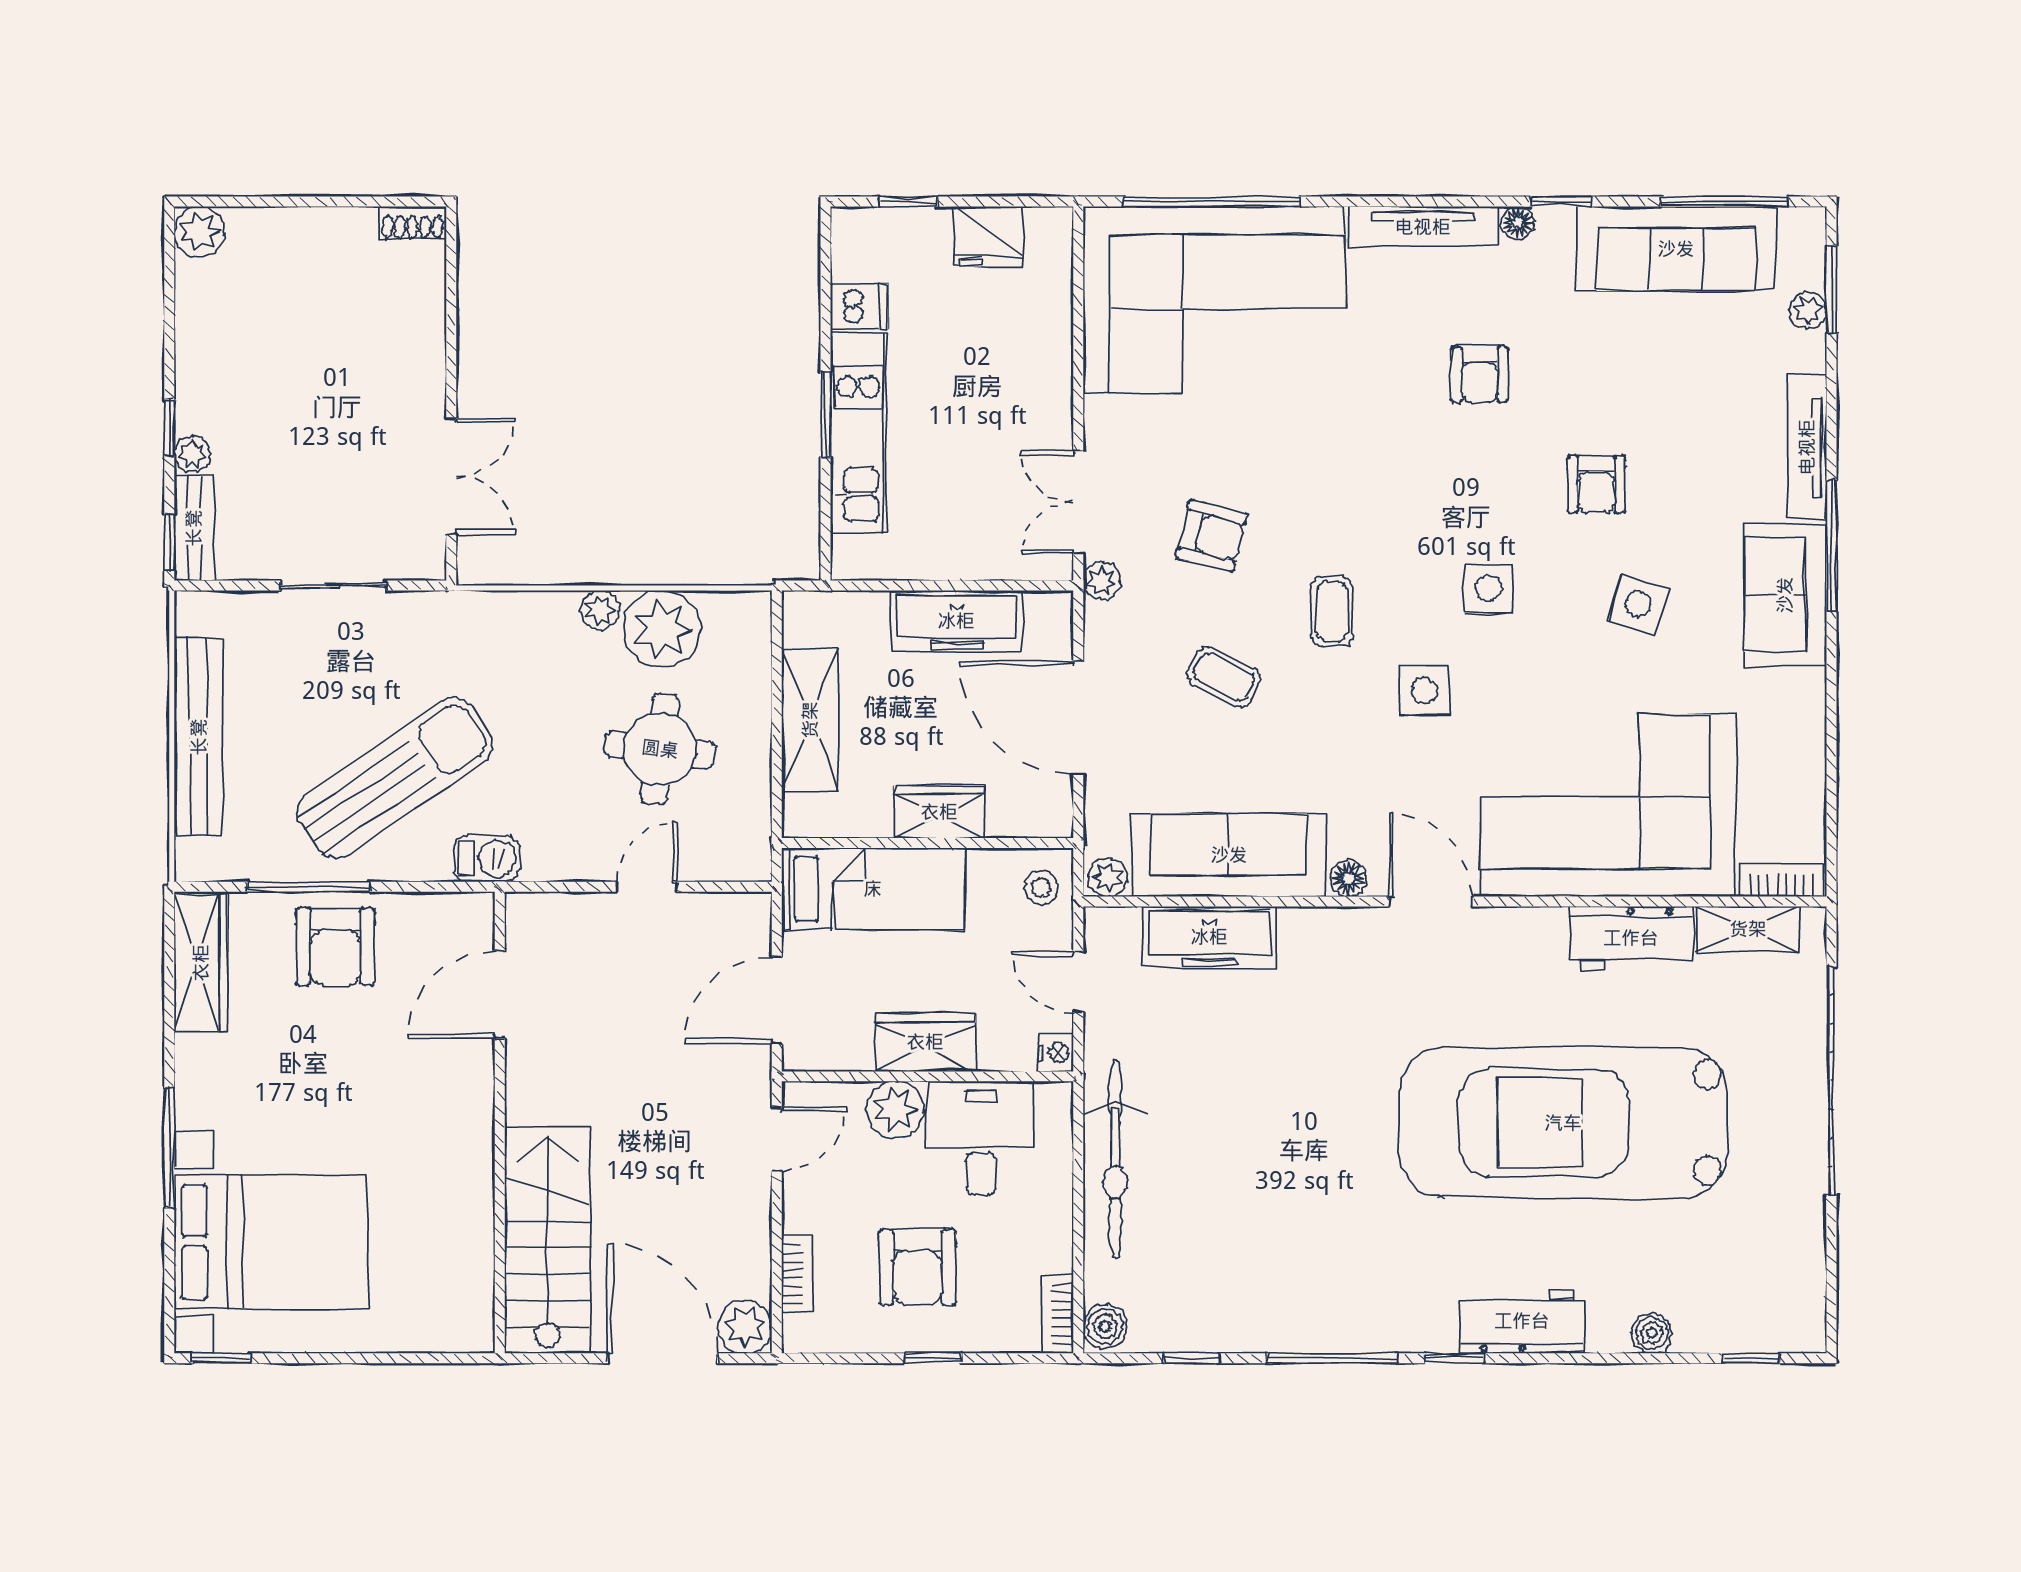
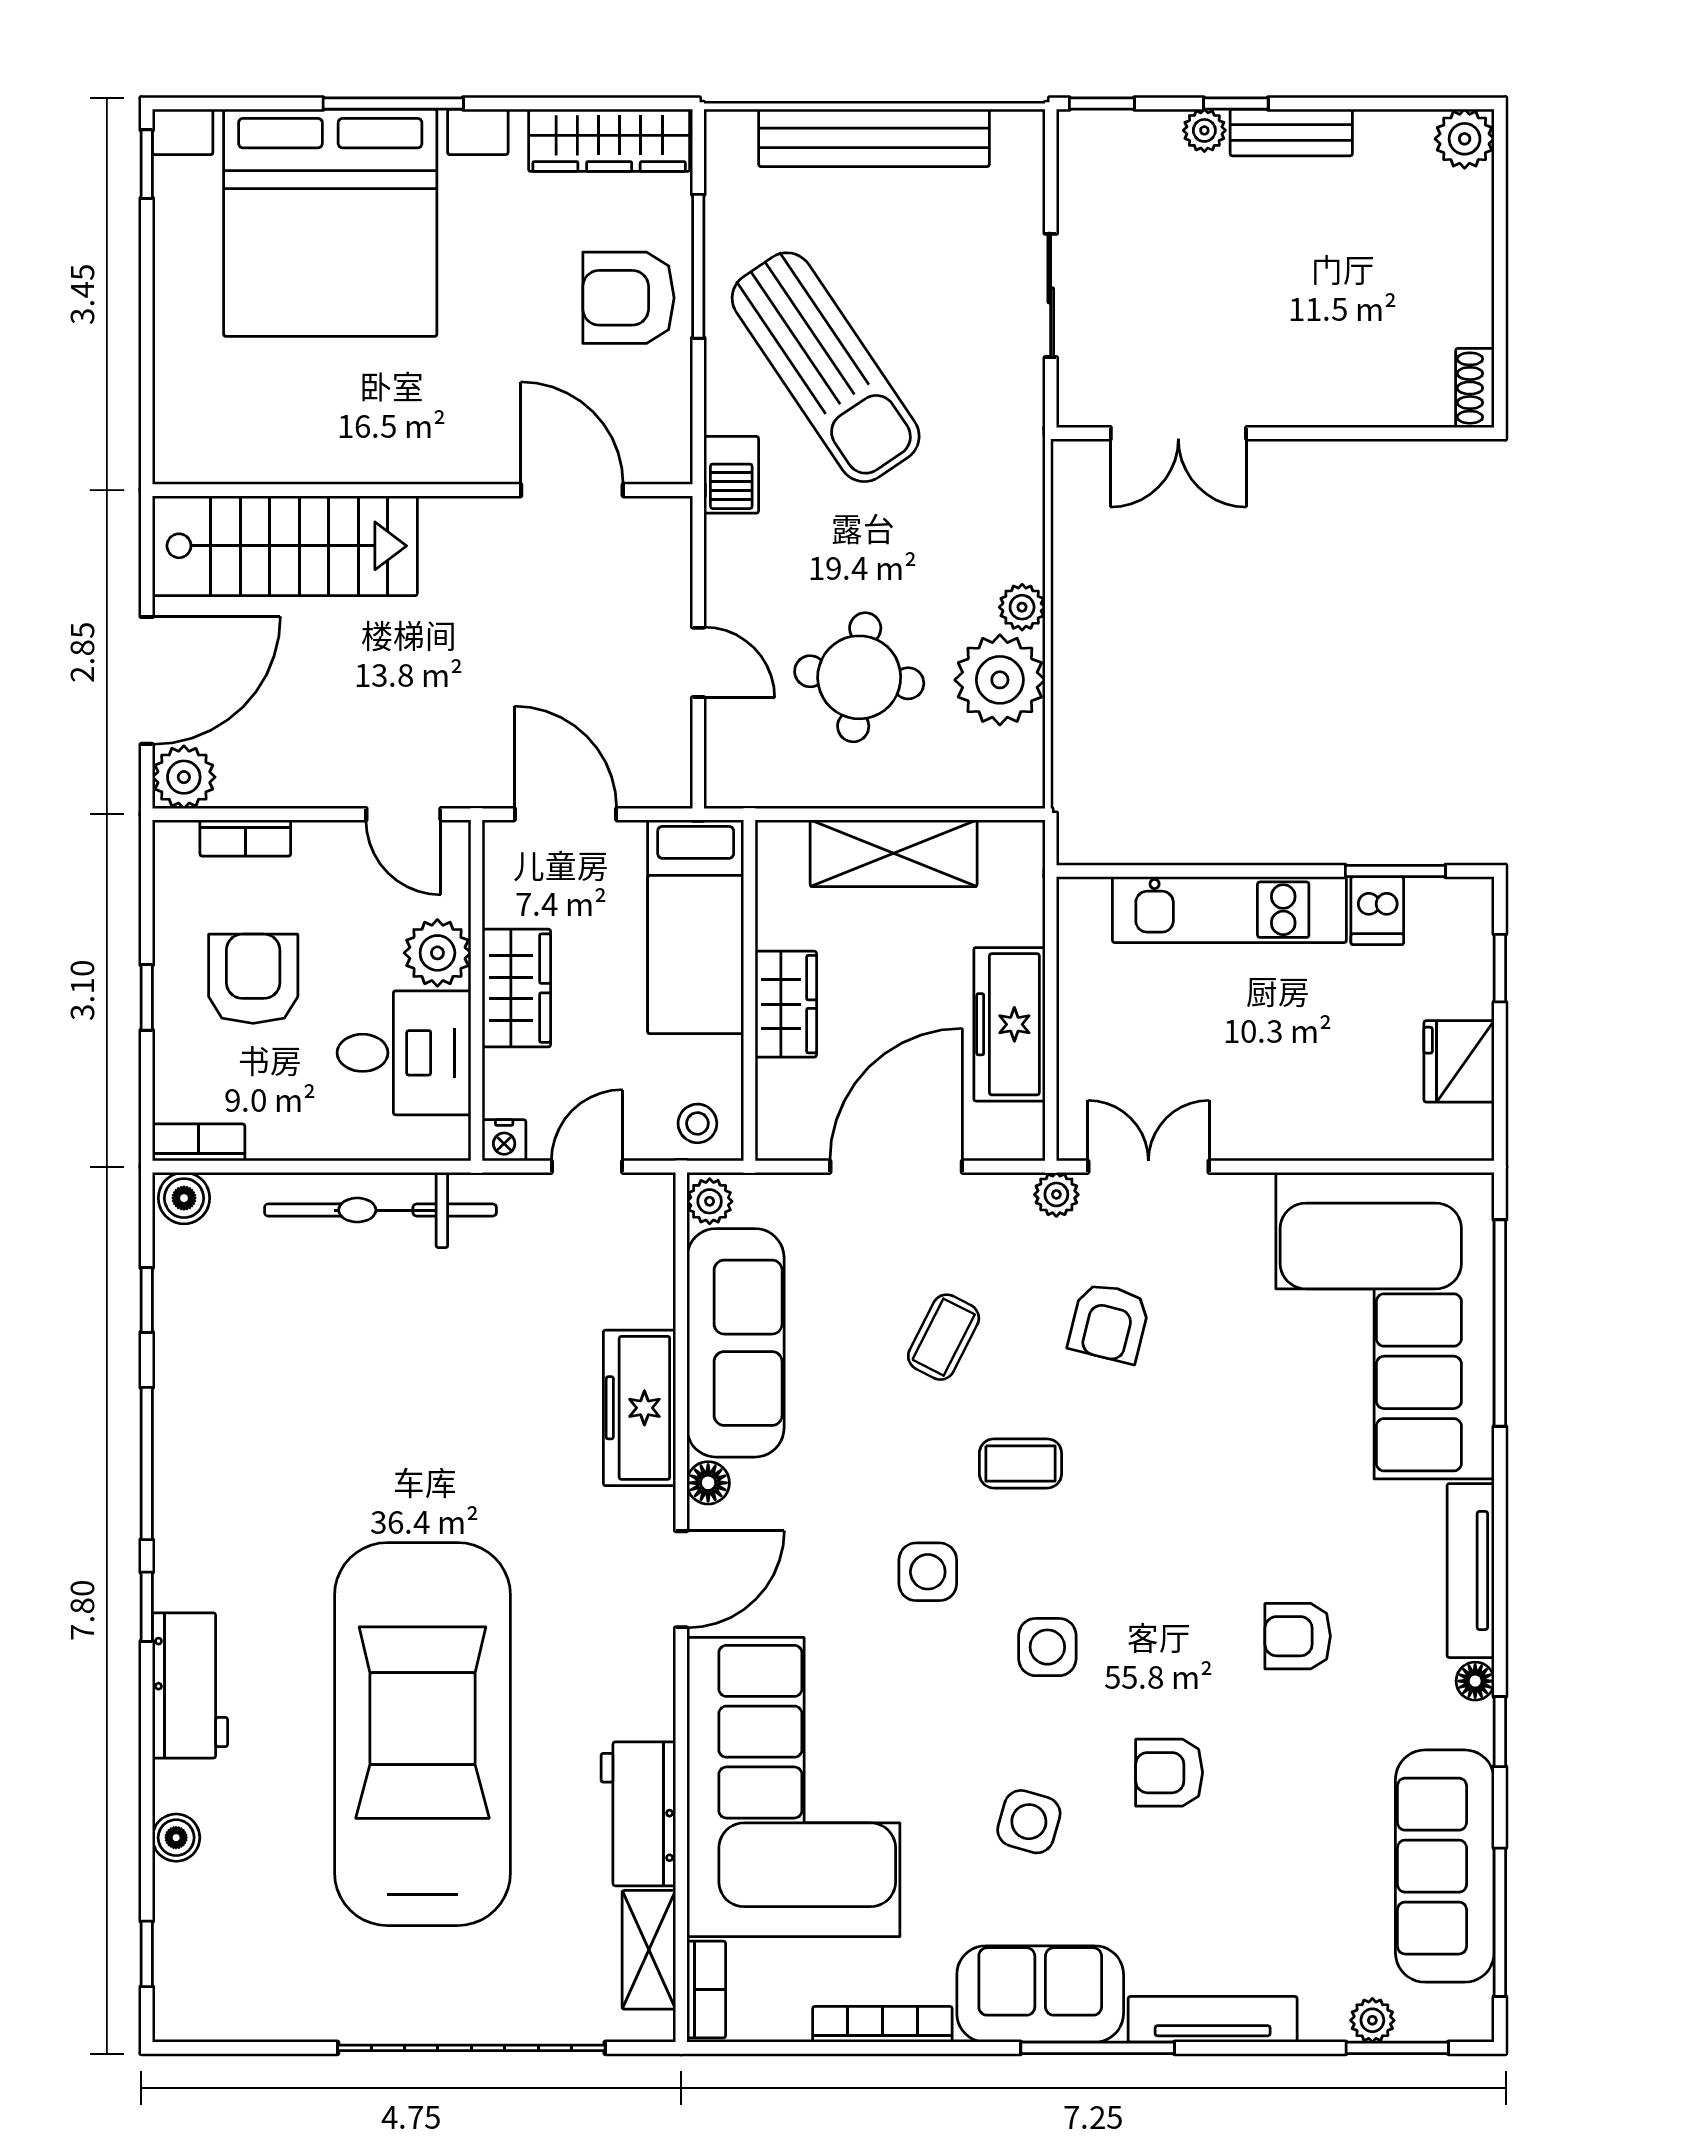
window: (825, 415) -> (1395, 871), moved
bench: (194, 528) -> (1291, 133), moved
bookcase: (1811, 729) -> (882, 2024), added
freezer: (1209, 937) -> (639, 1408), moved
bed with nightstands: (271, 1242) -> (330, 223), width x1.36
armchair: (918, 1267) -> (253, 979), turned 90

